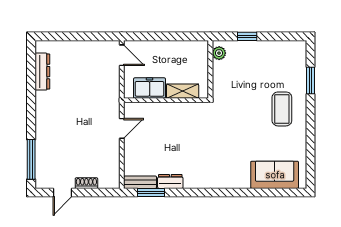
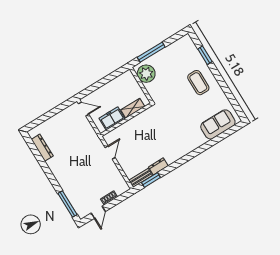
window: (247, 36) -> (151, 52), width x2.17
plant: (219, 53) -> (146, 74), width x1.88, depth x1.88

